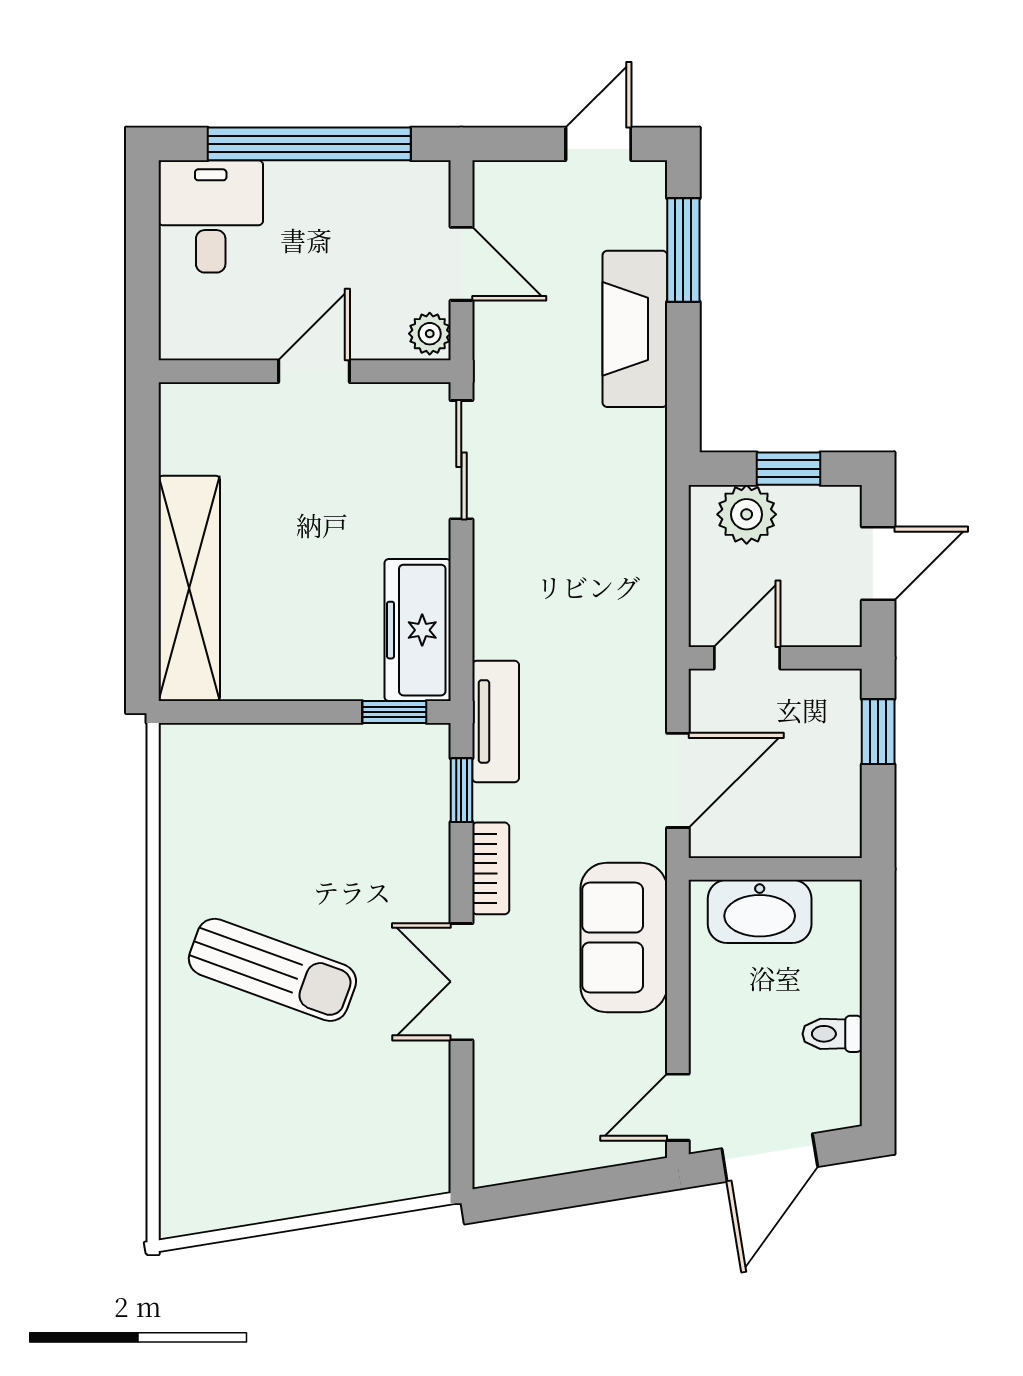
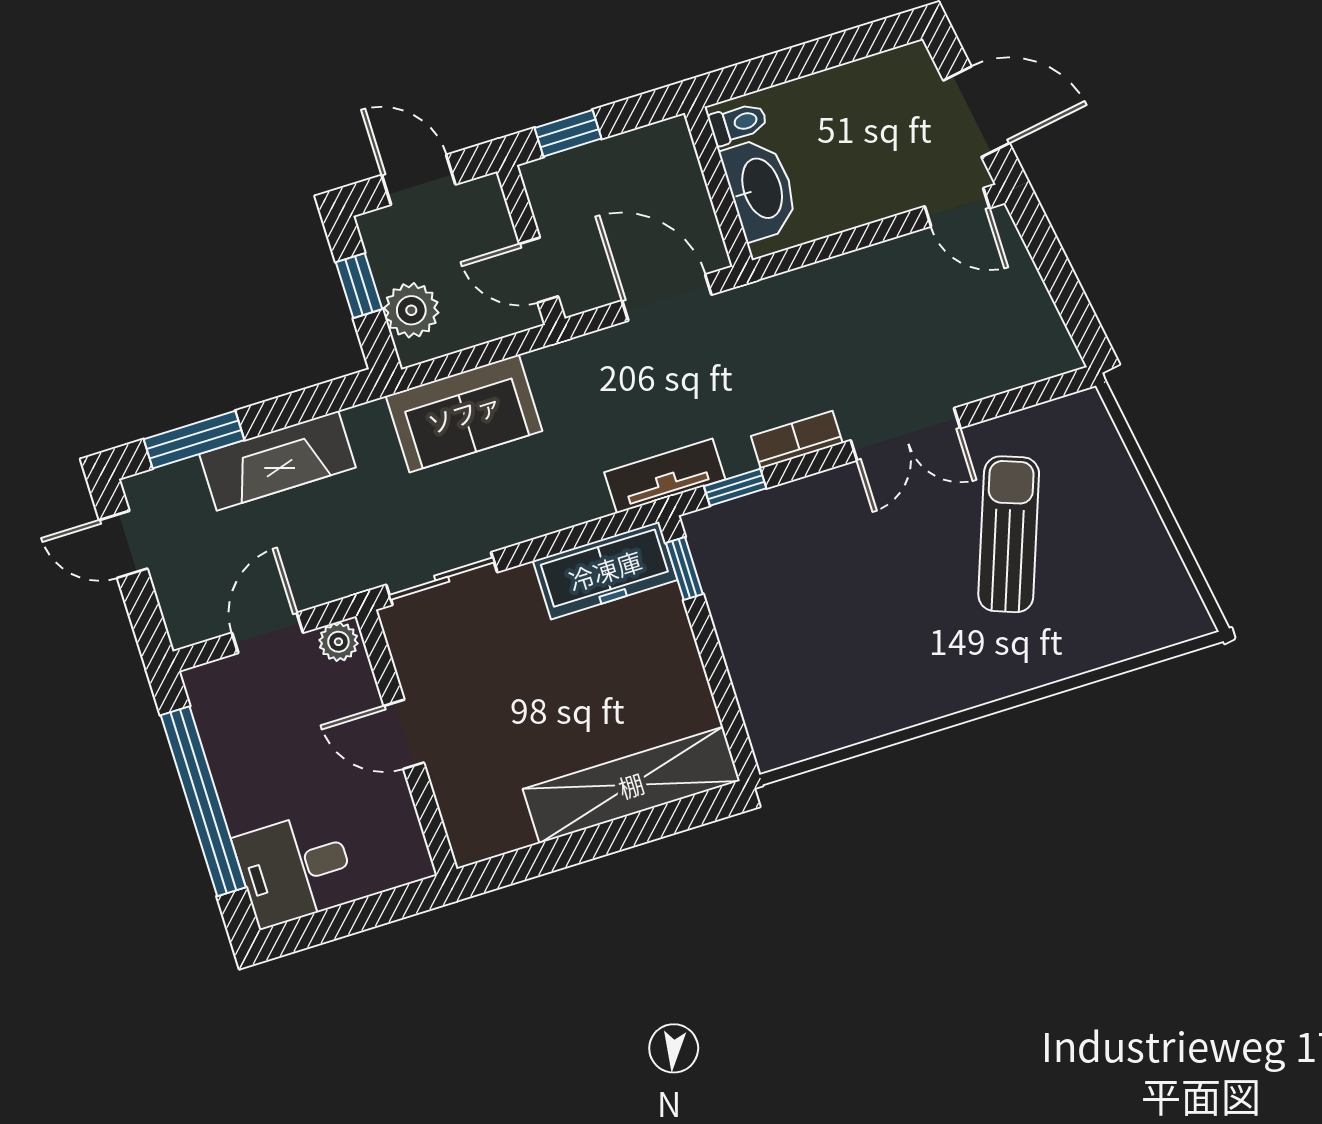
sofa: (624, 937) -> (464, 413), moved
sun lounger: (272, 970) -> (1009, 534), moved
toilet: (832, 1034) -> (738, 123), moved, turned -90

